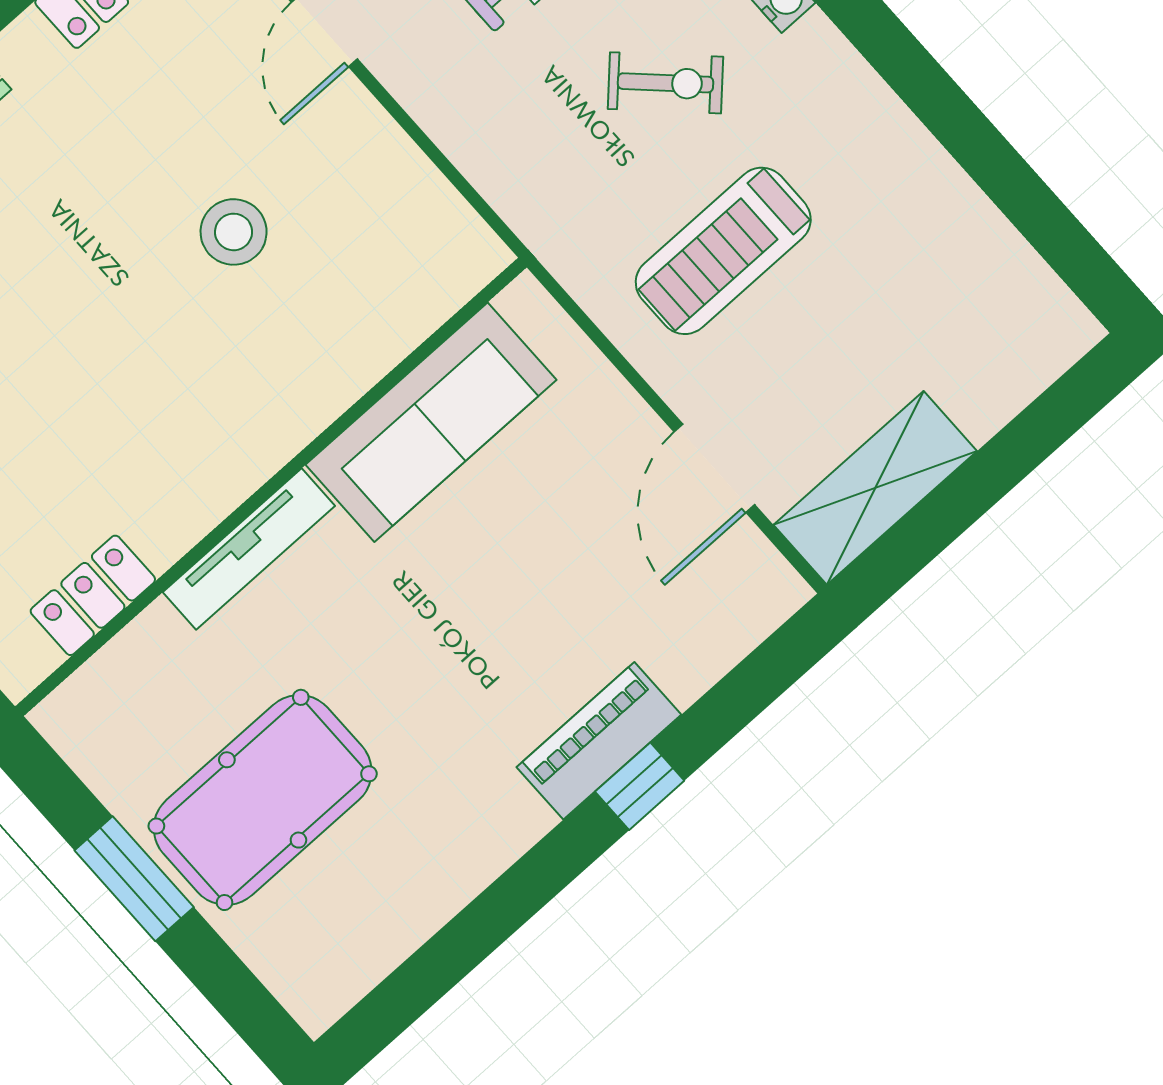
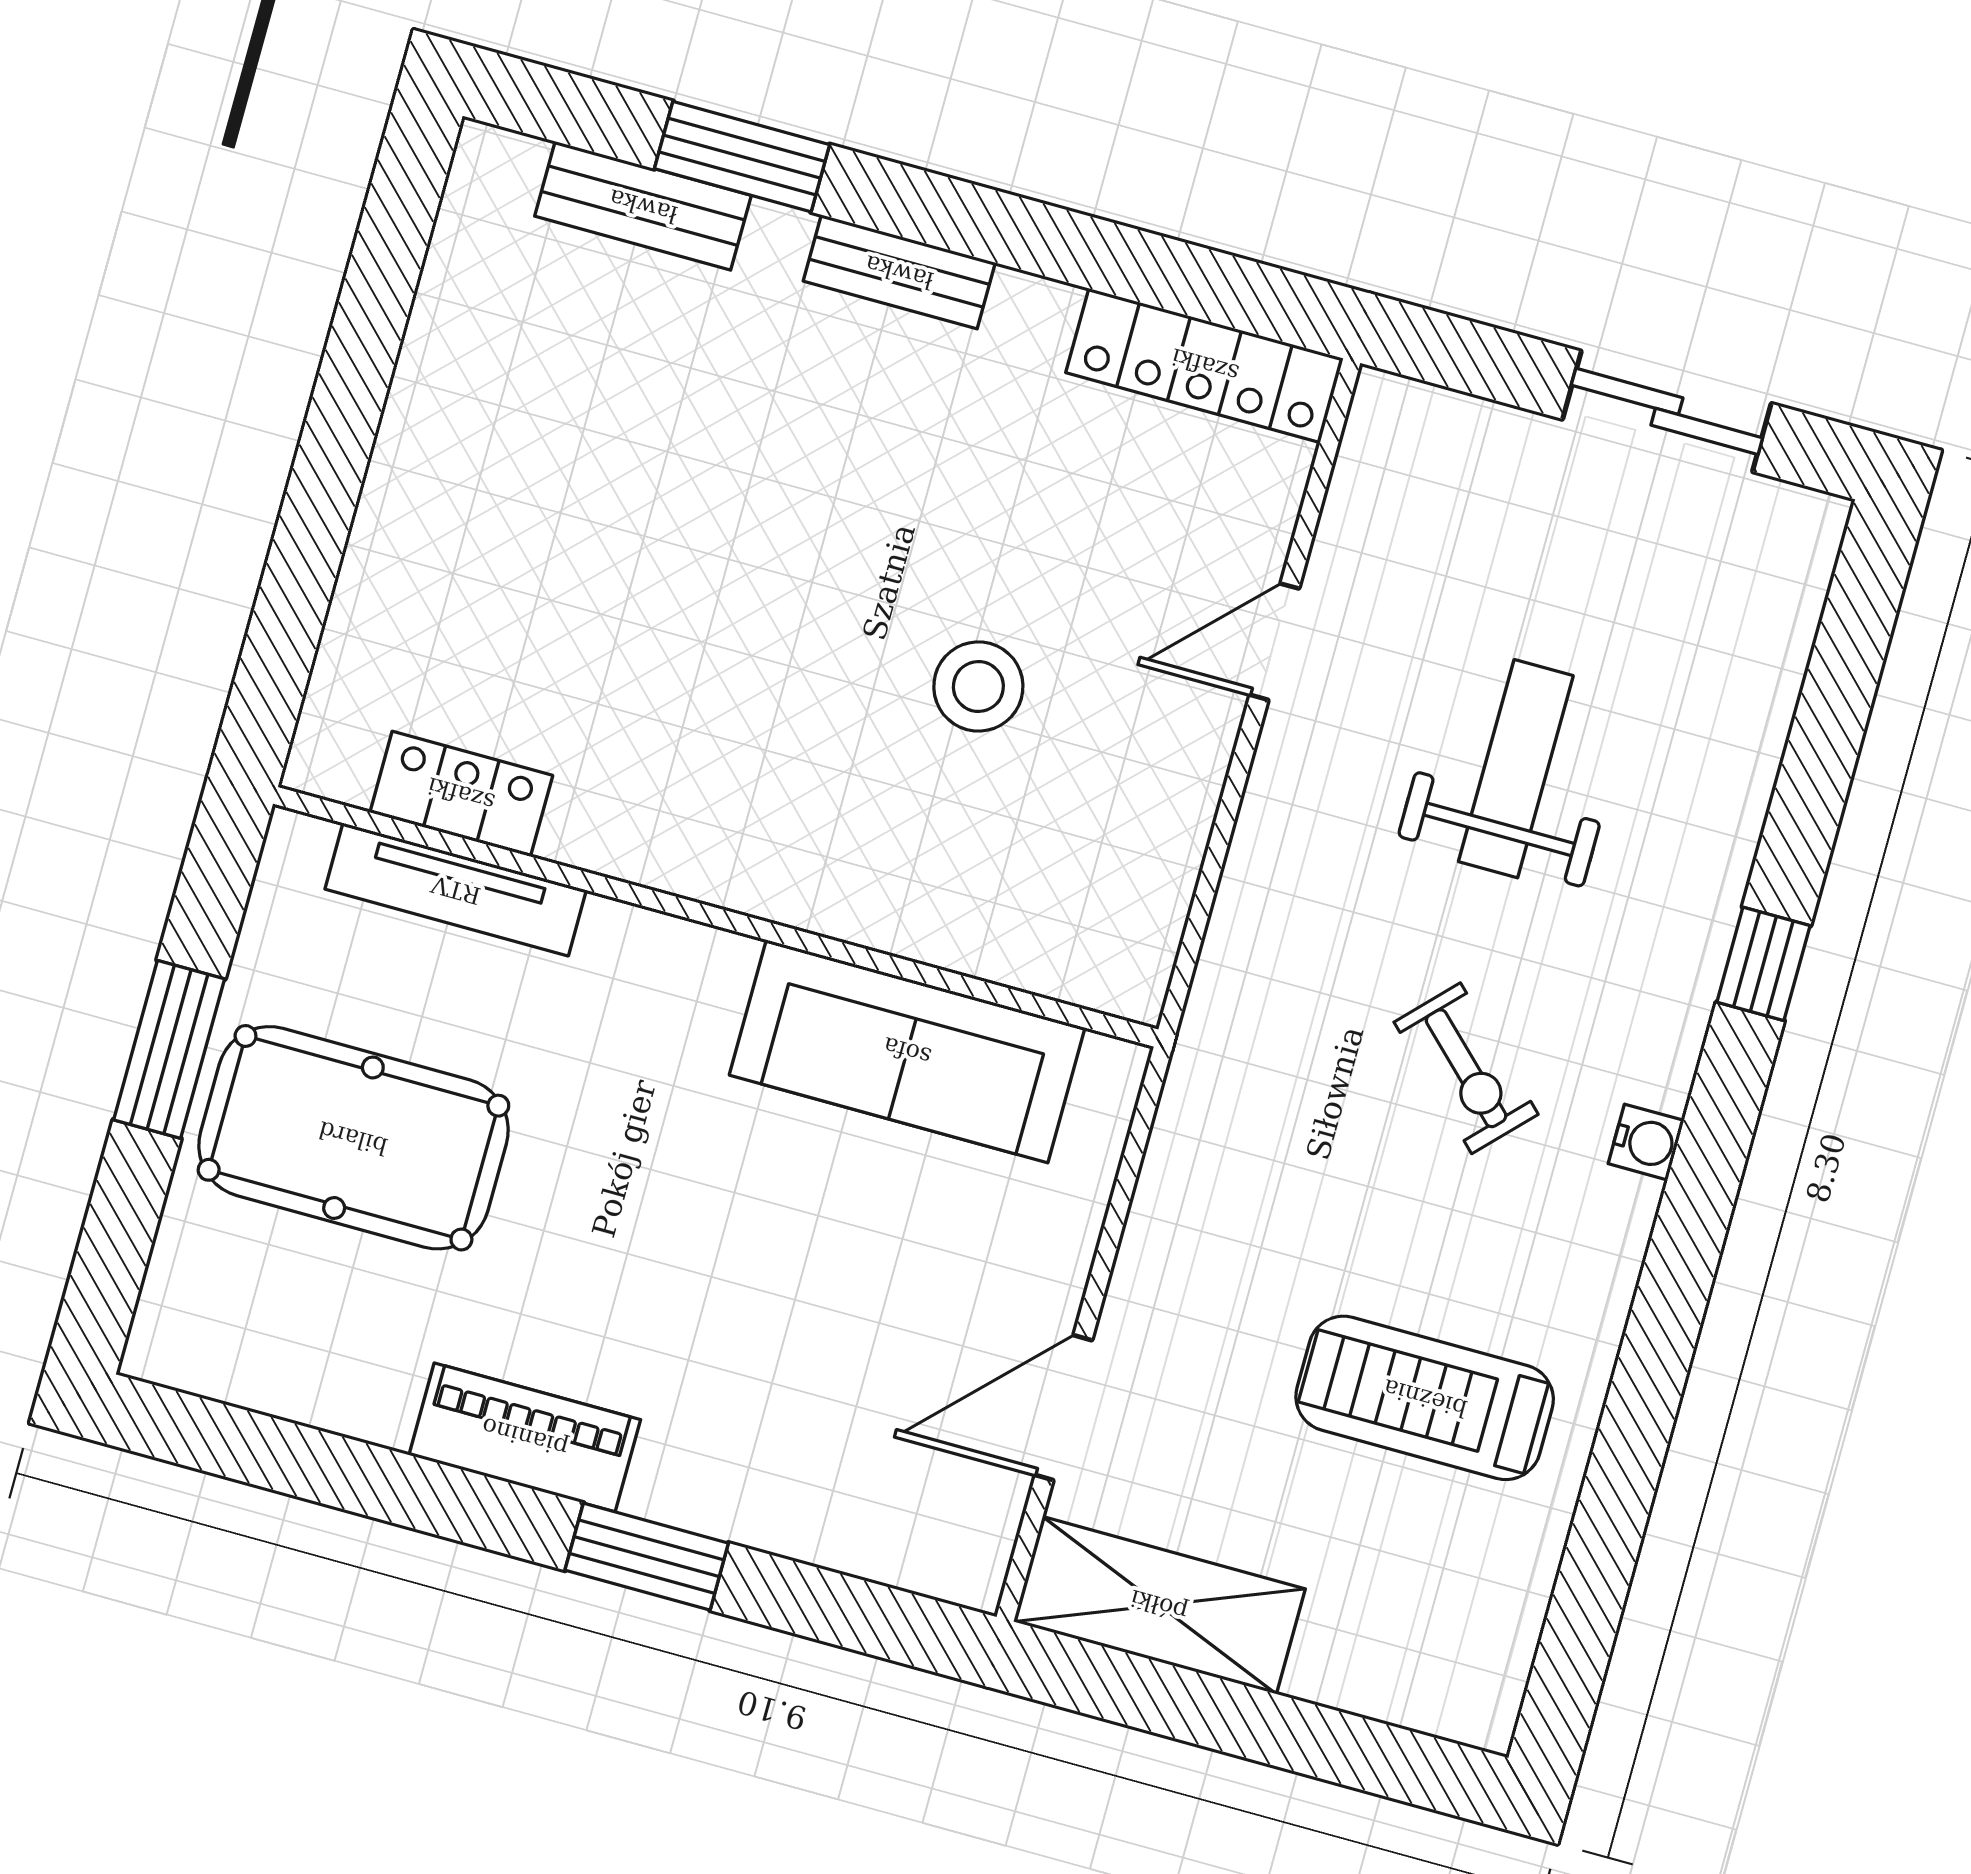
treadmill: (723, 251) -> (1425, 1398), moved
tv unit: (249, 549) -> (456, 890), moved
piano: (599, 741) -> (525, 1437), moved
window: (640, 786) -> (647, 1557), width x1.50

